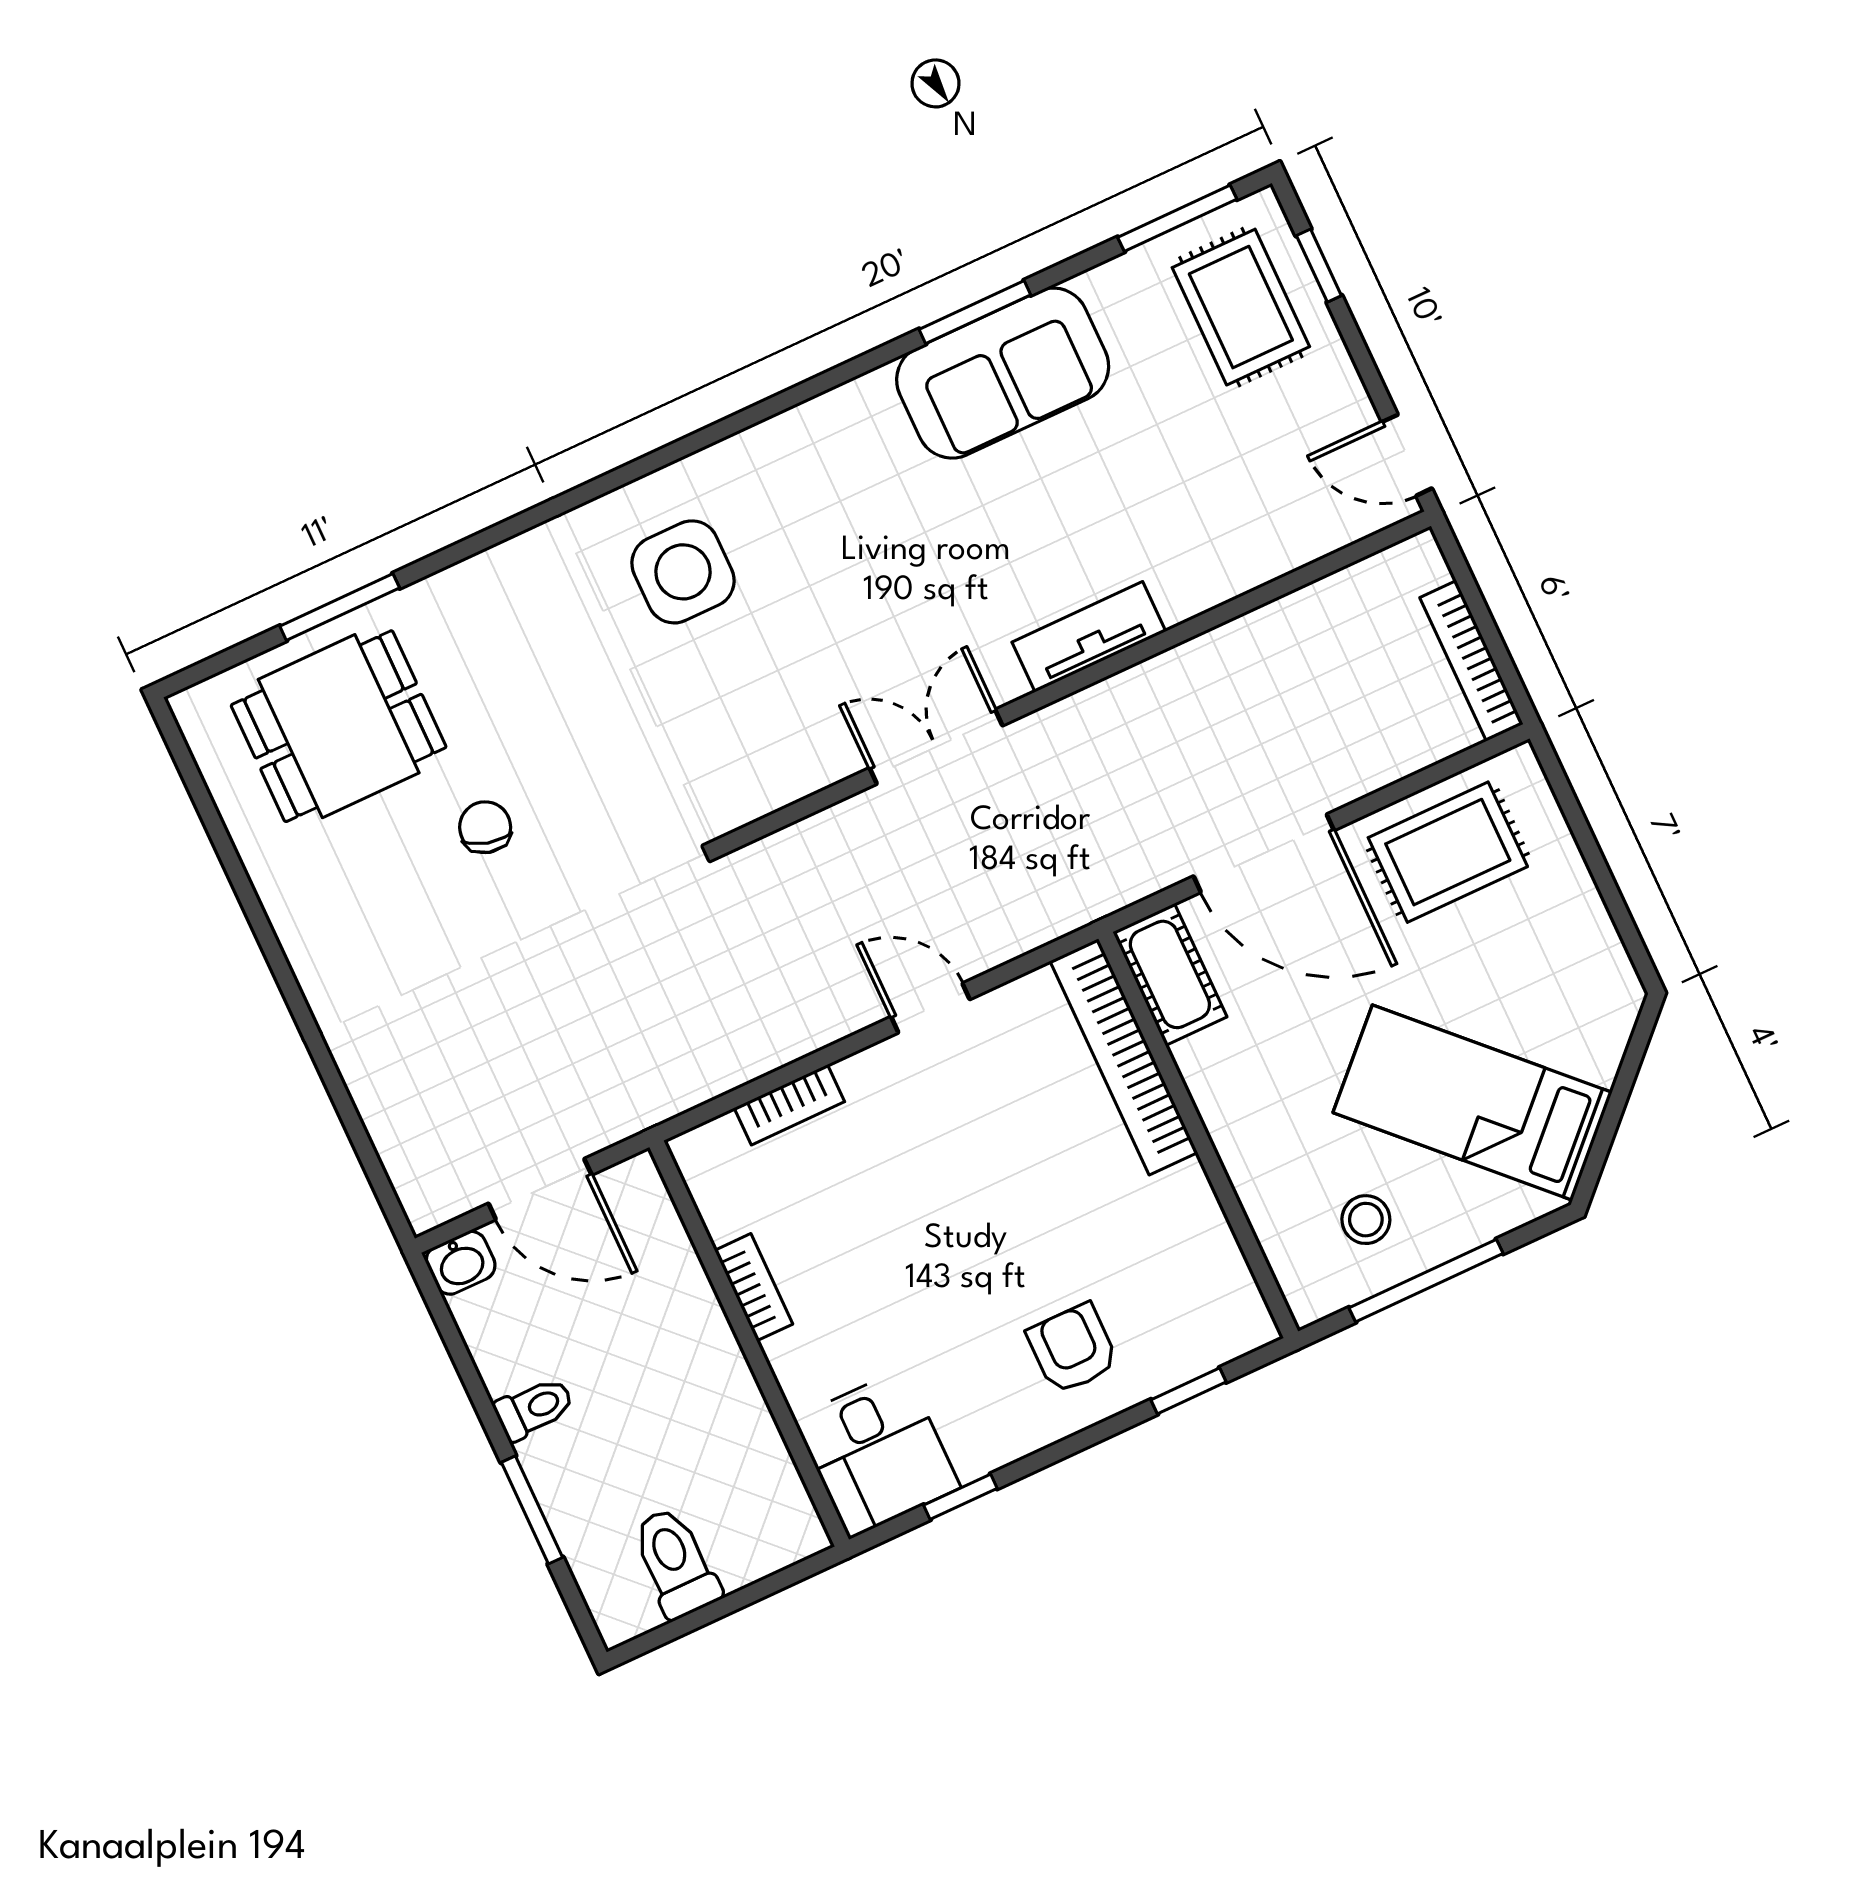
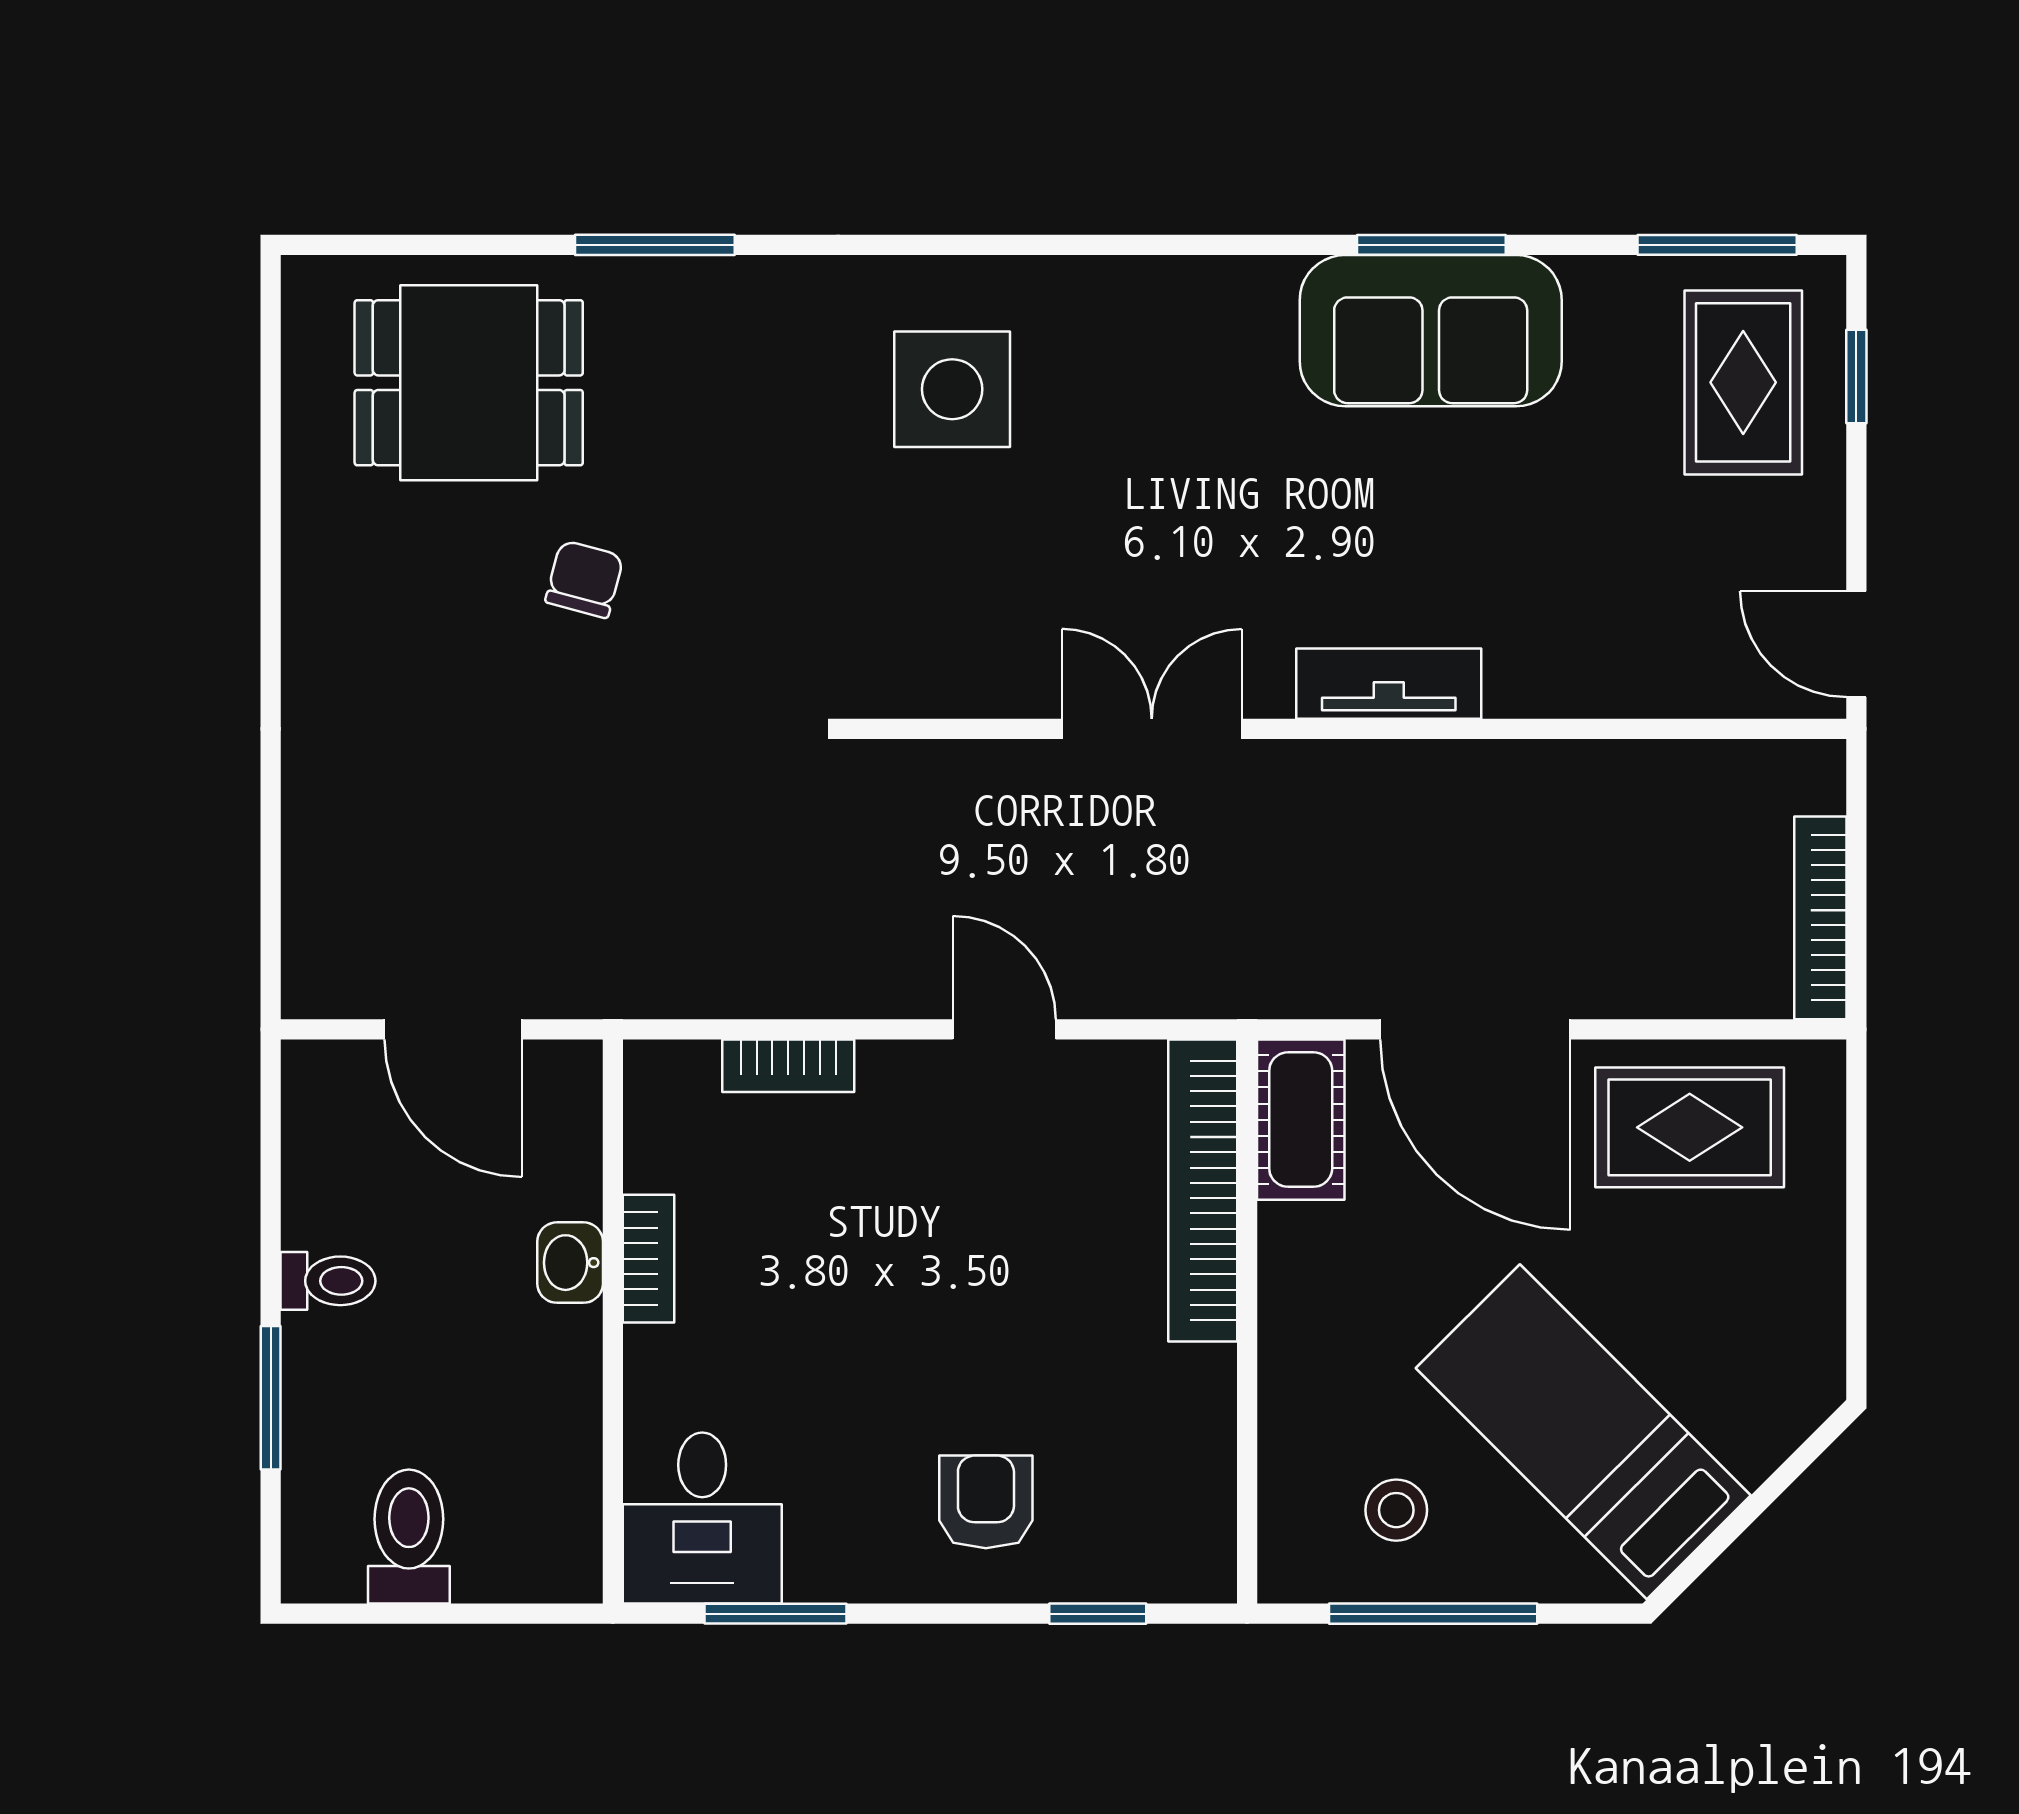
window: (340, 607) -> (655, 245), moved
washbasin: (461, 1263) -> (570, 1263), moved, turned 90
window: (960, 1497) -> (776, 1614), width x1.50

